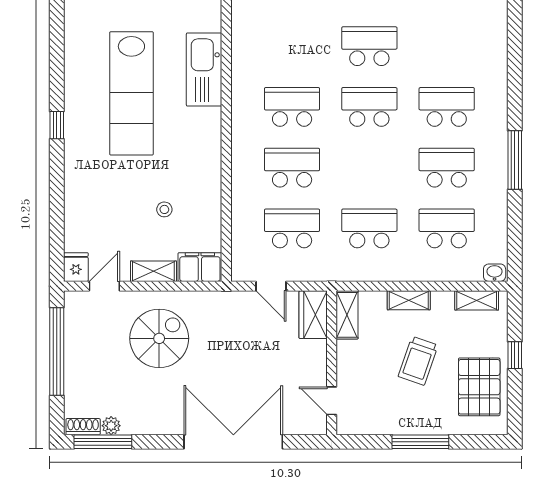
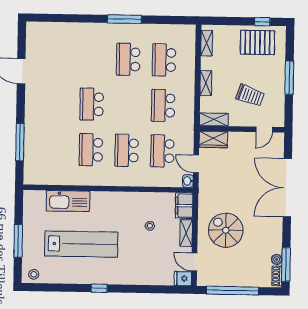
stool: (79, 14) -> (34, 274), added
school desk: (369, 46) -> (56, 104), removed
school desk: (447, 107) -> (92, 59), removed
washbasin: (495, 273) -> (188, 181), moved
door: (271, 286) -> (196, 164), swing flipped
window: (515, 355) -> (262, 22), moved
trolley: (418, 361) -> (250, 95), moved

